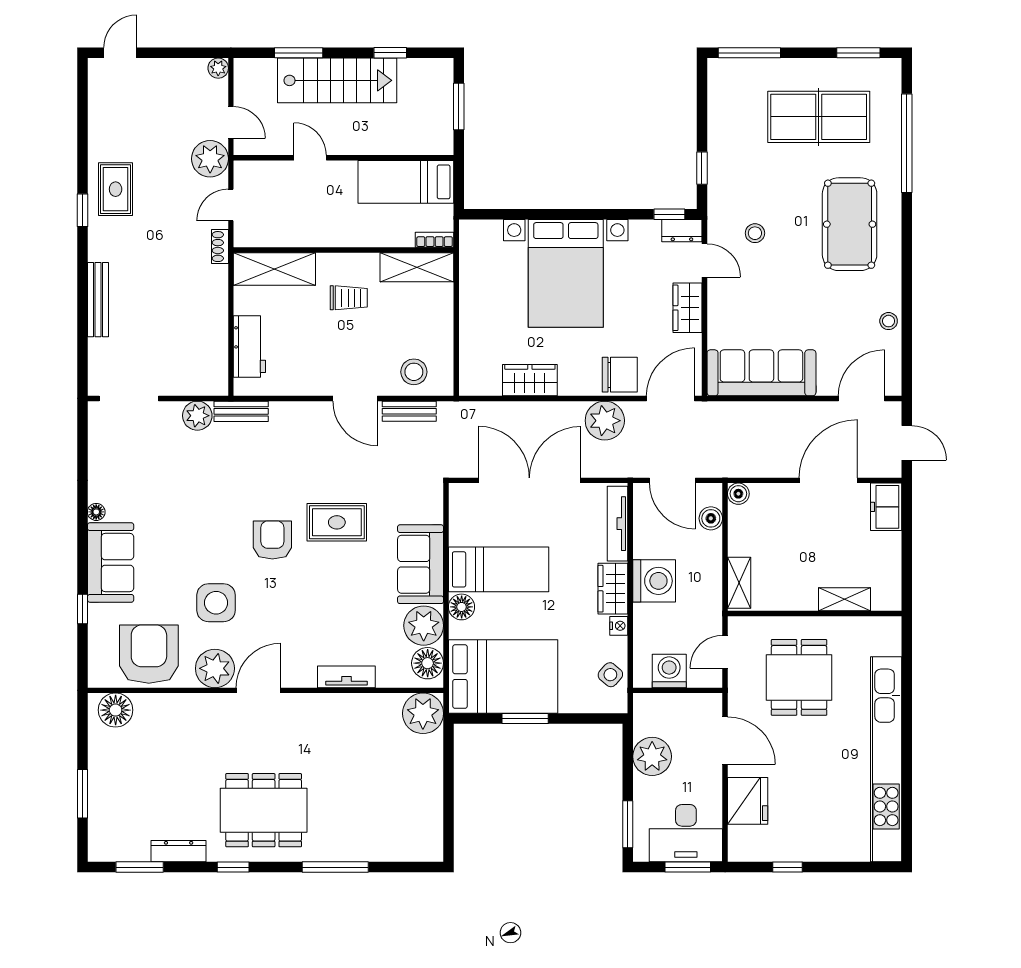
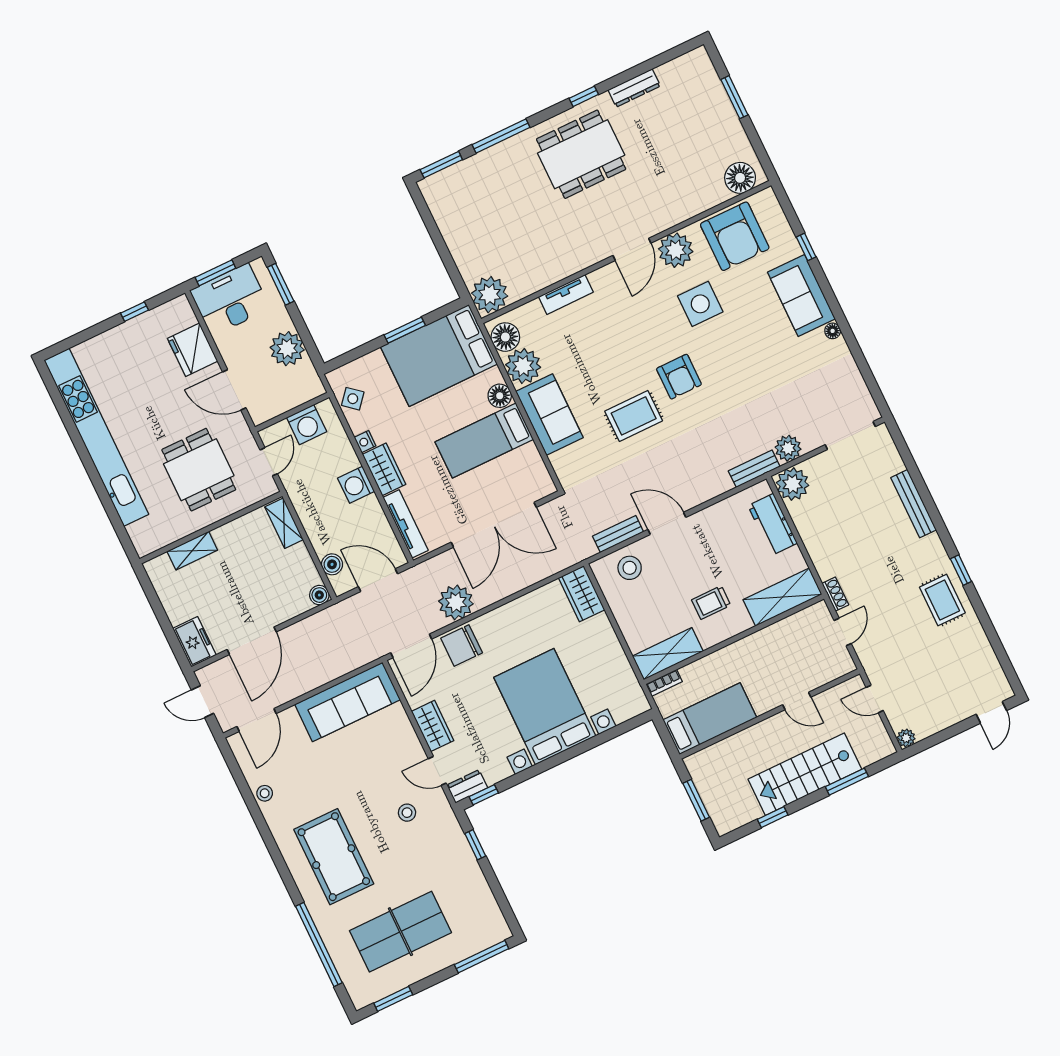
plant: (210, 159) -> (793, 484), moved
wardrobe: (530, 380) -> (582, 594), moved, turned 90
washing machine: (654, 581) -> (356, 485), width x0.73, depth x0.73
window: (140, 867) -> (441, 165), moved

